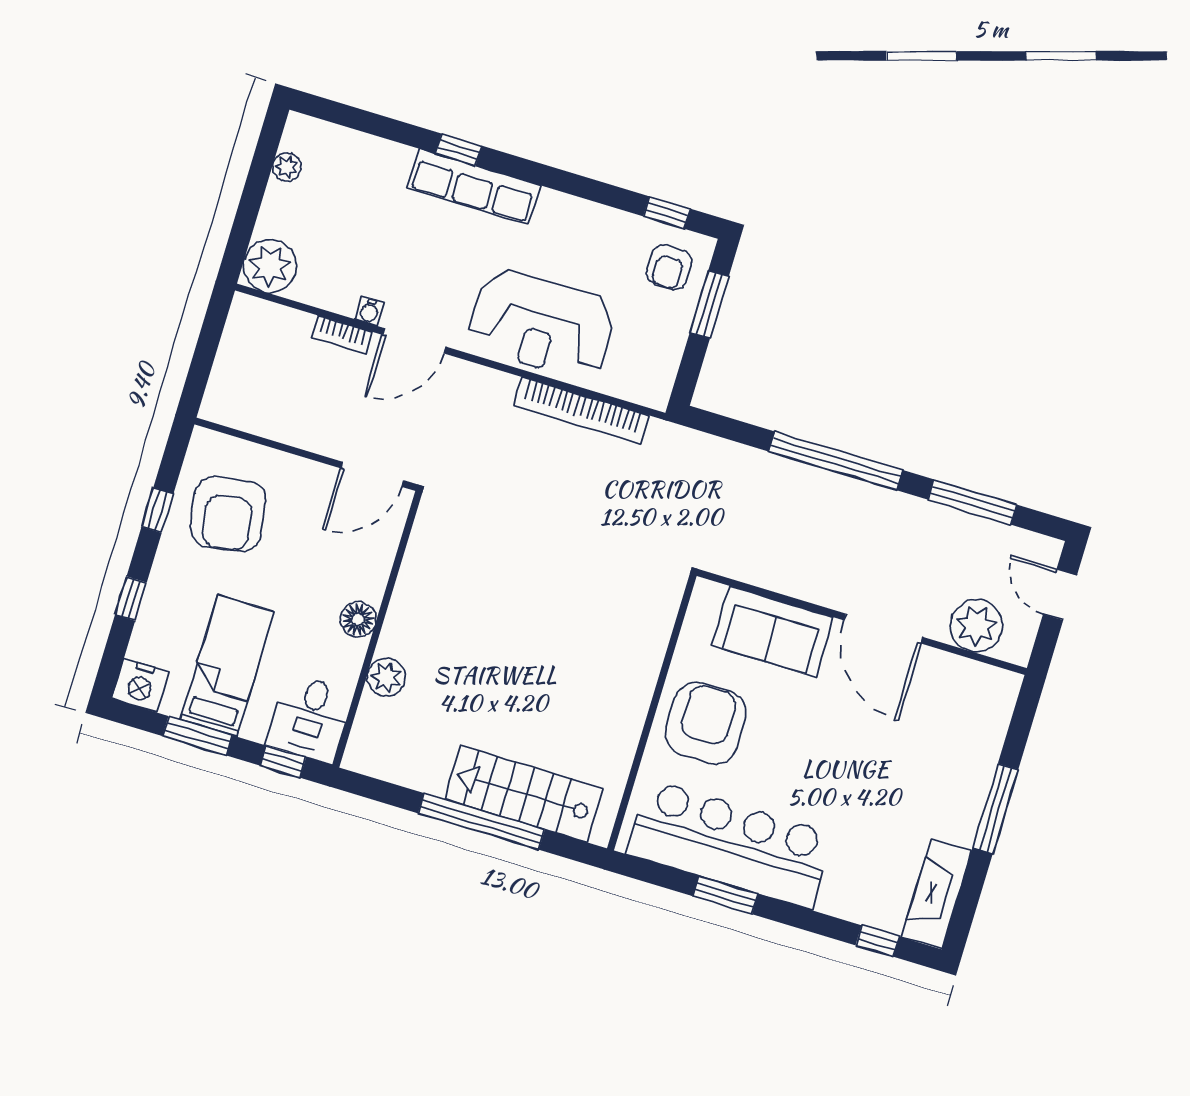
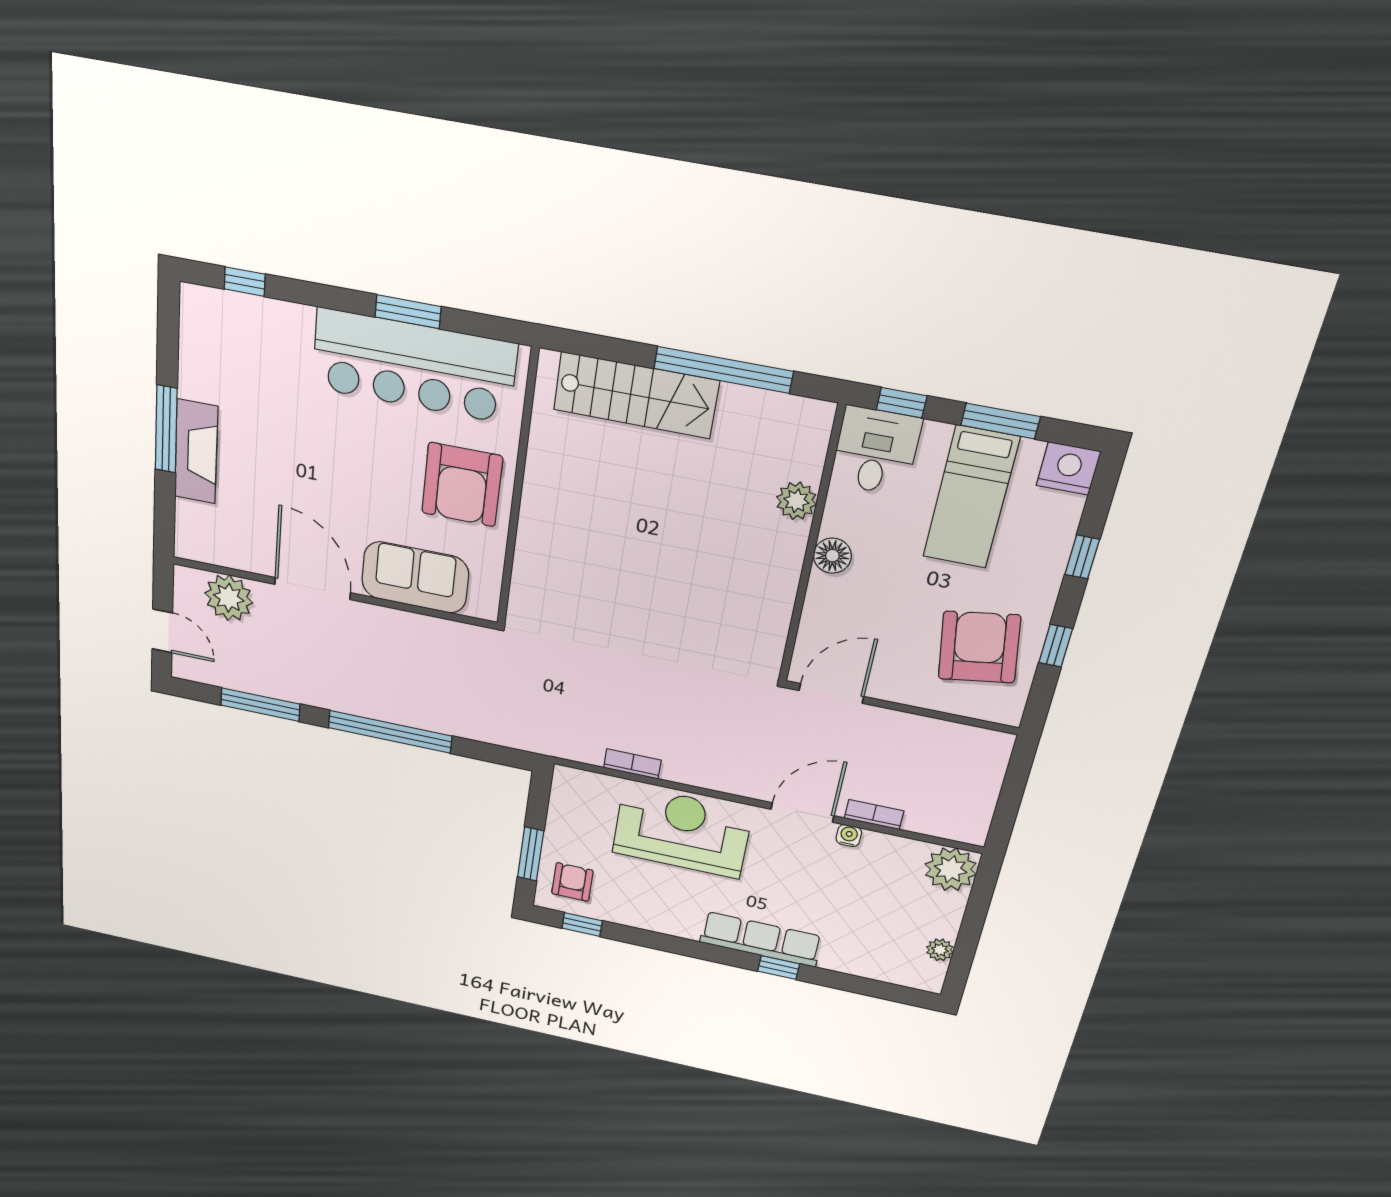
bookcase: (582, 411) -> (632, 764), width x0.43, depth x0.76
window: (481, 821) -> (723, 370), moved
fireplace: (936, 894) -> (196, 452), moved

